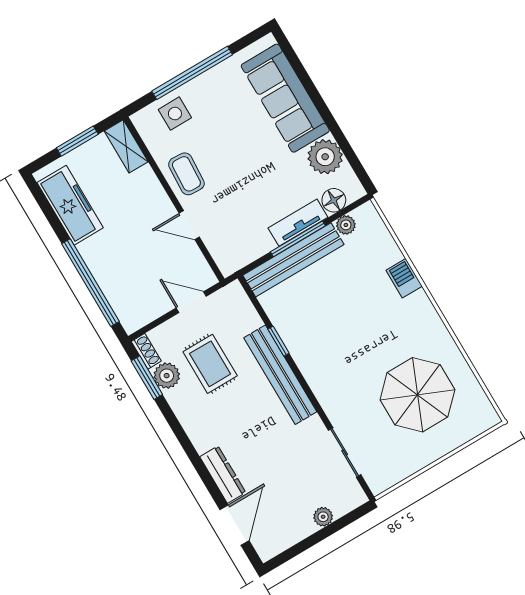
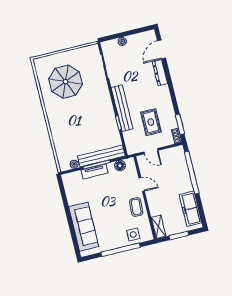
plant: (325, 157) -> (74, 196), removed
floor lamp: (334, 200) -> (120, 166), moved
barbecue: (404, 278) -> (56, 134), removed
plant: (167, 376) -> (171, 123), removed

